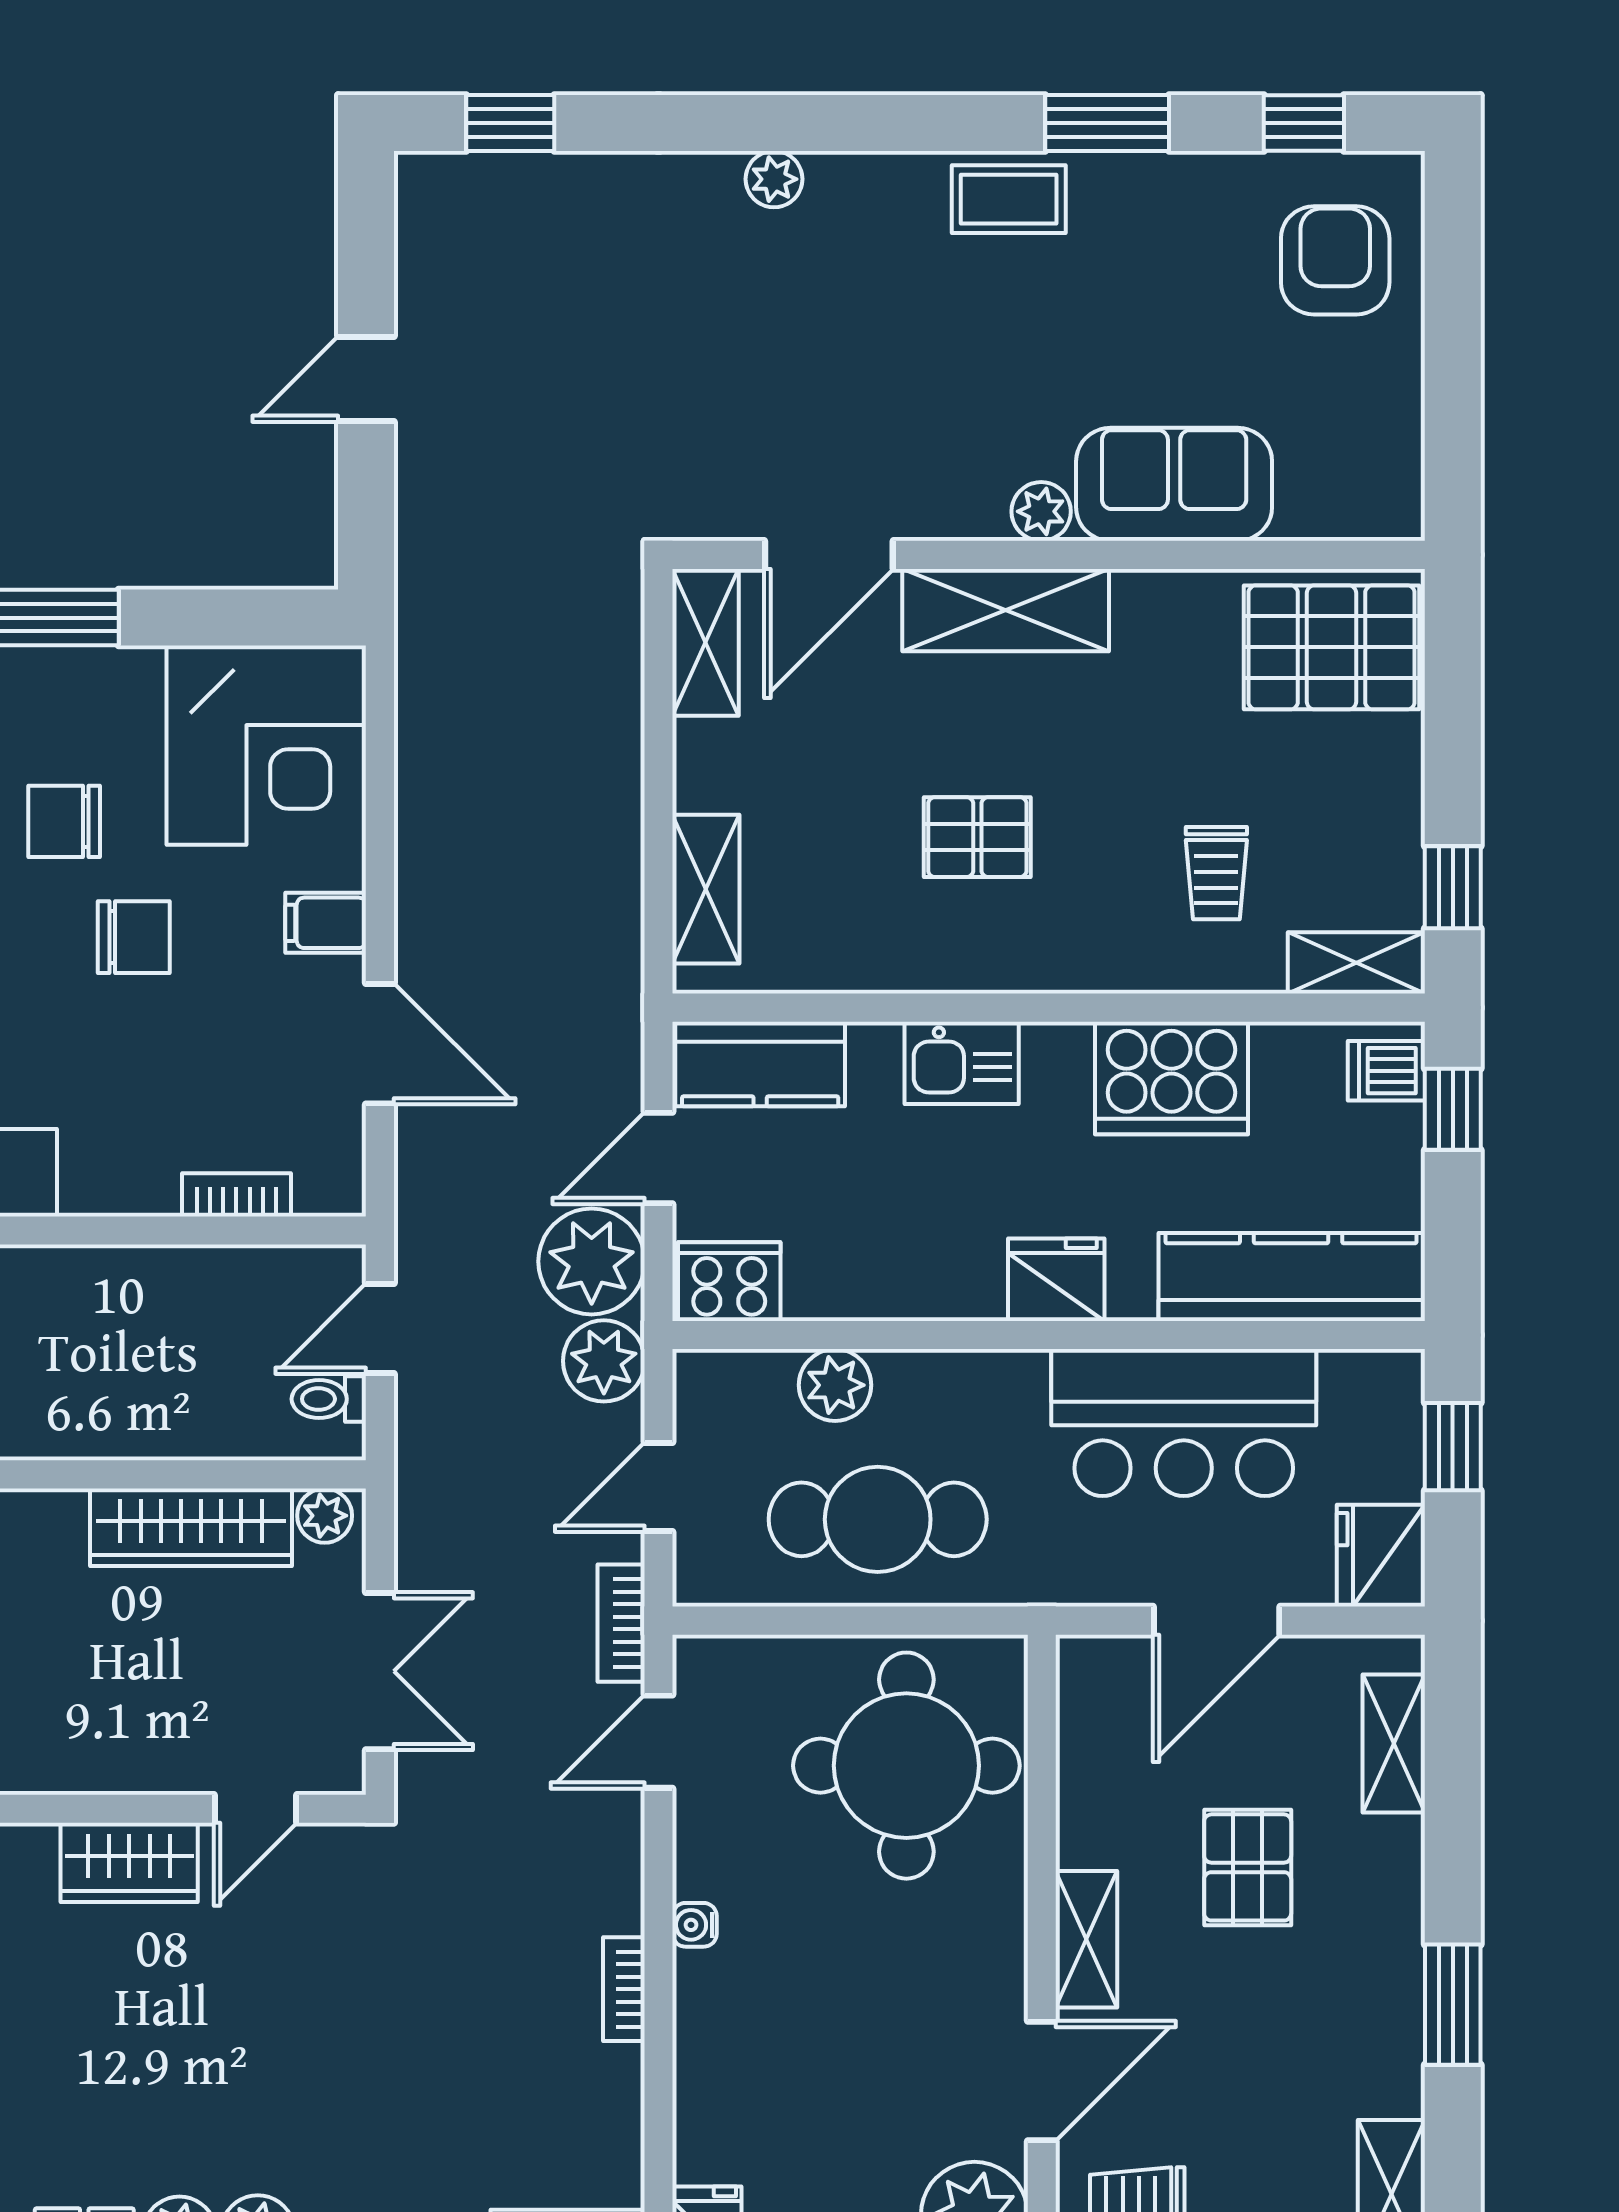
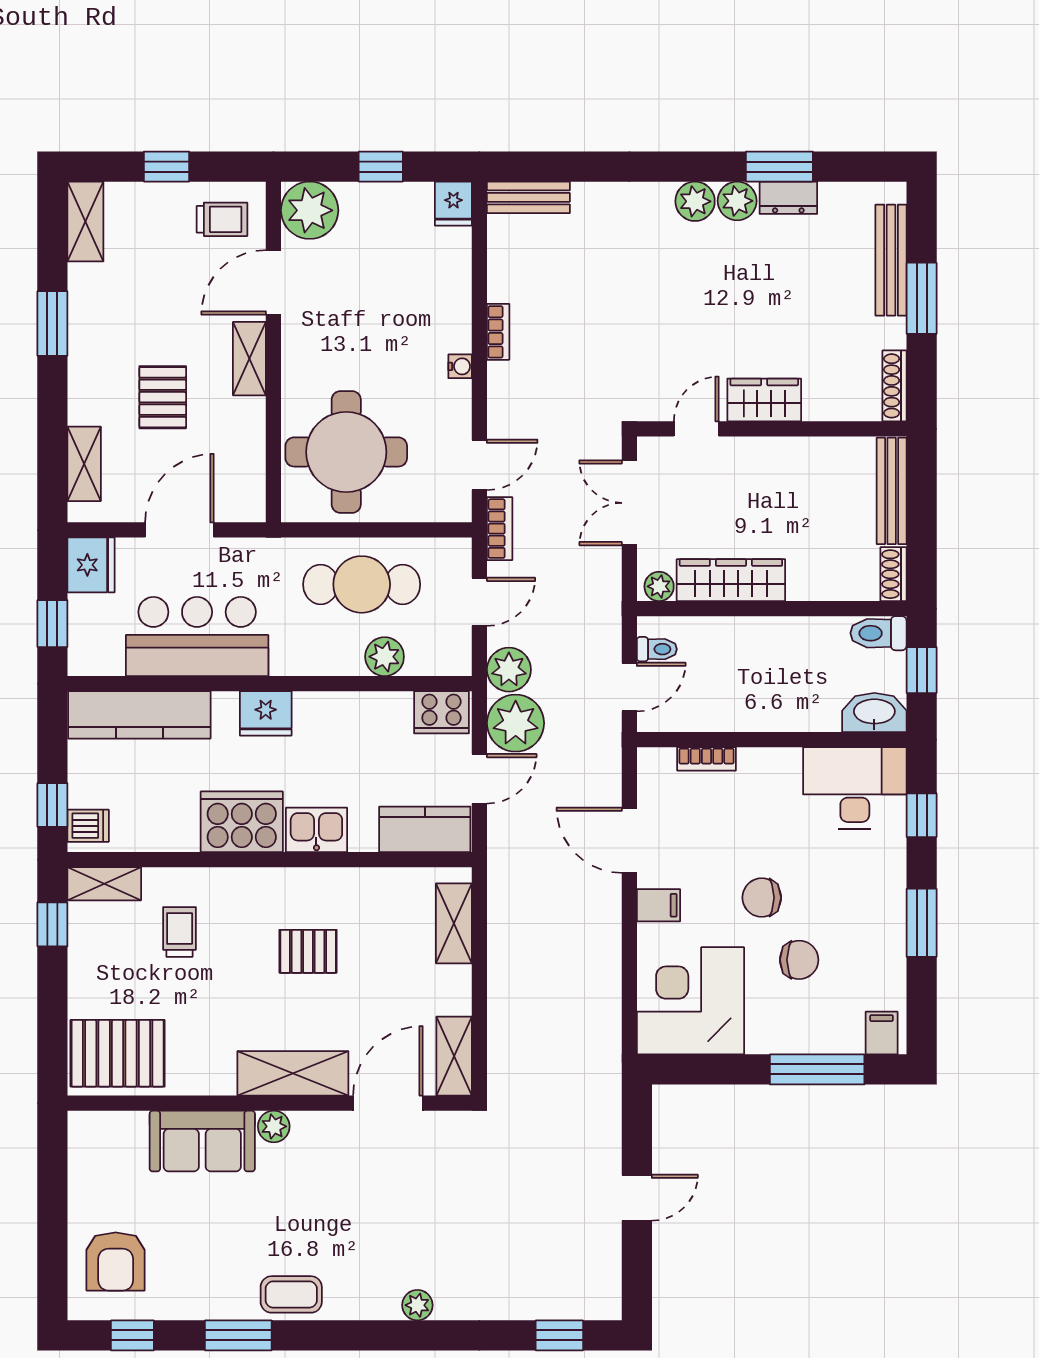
cooker: (1171, 1078) -> (242, 822), moved

